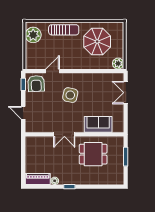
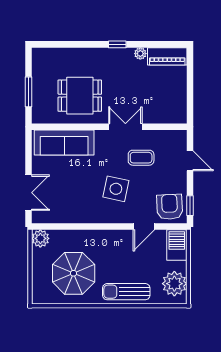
barbecue: (32, 59) -> (177, 245), added
coffee table: (54, 115) -> (141, 158), added
sofa: (98, 124) -> (64, 143), width x1.36

